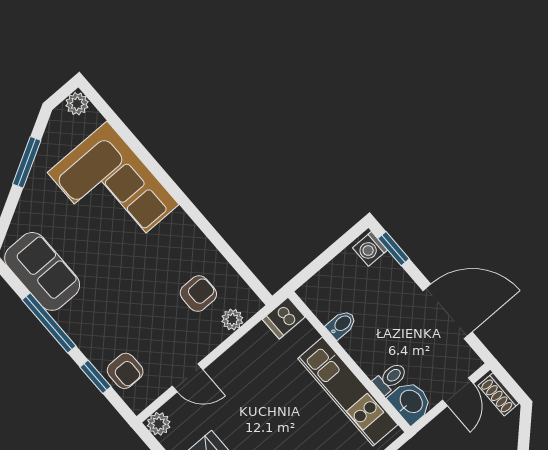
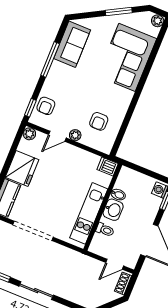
armchair: (198, 294) -> (99, 121), turned 90
plant: (232, 320) -> (75, 135), moved
window: (95, 377) -> (30, 108), moved
door: (188, 378) -> (57, 136), hinge flipped
washbasin: (411, 402) -> (113, 210), moved

